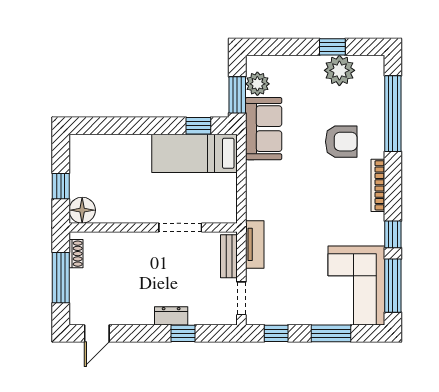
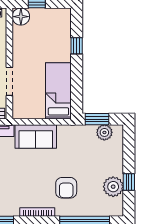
window: (198, 126) -> (77, 46), moved
sofa: (264, 129) -> (36, 136), moved

